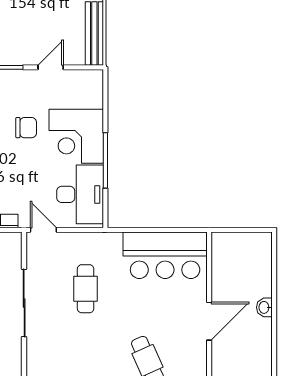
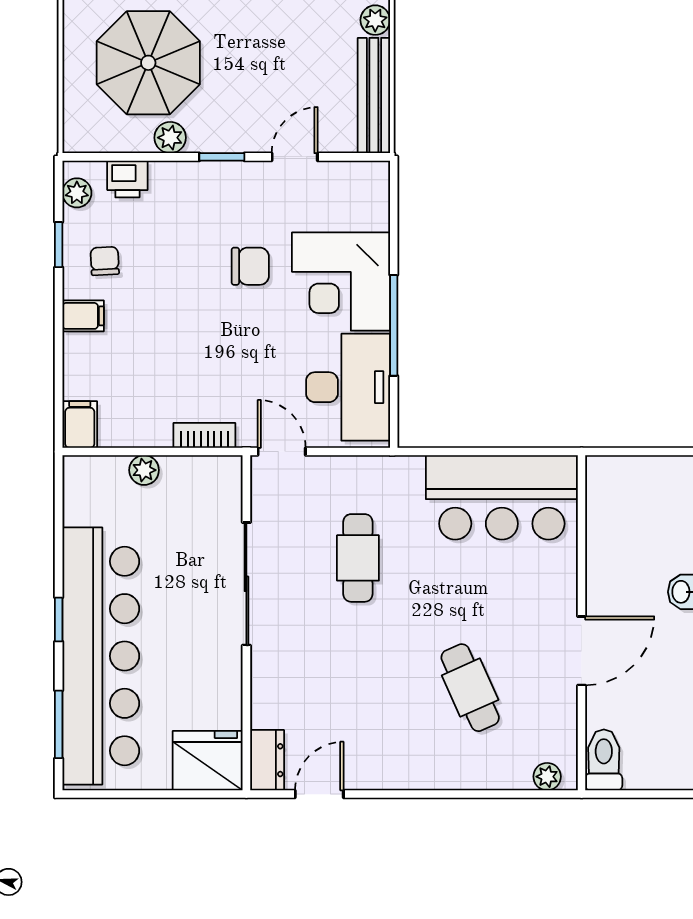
door: (209, 321) -> (582, 651), moved

